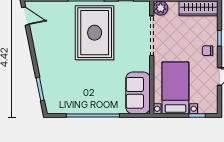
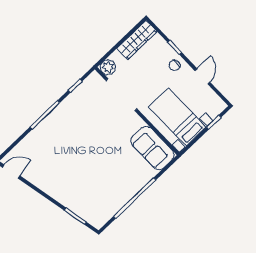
rug: (95, 33) -> (76, 134), removed

